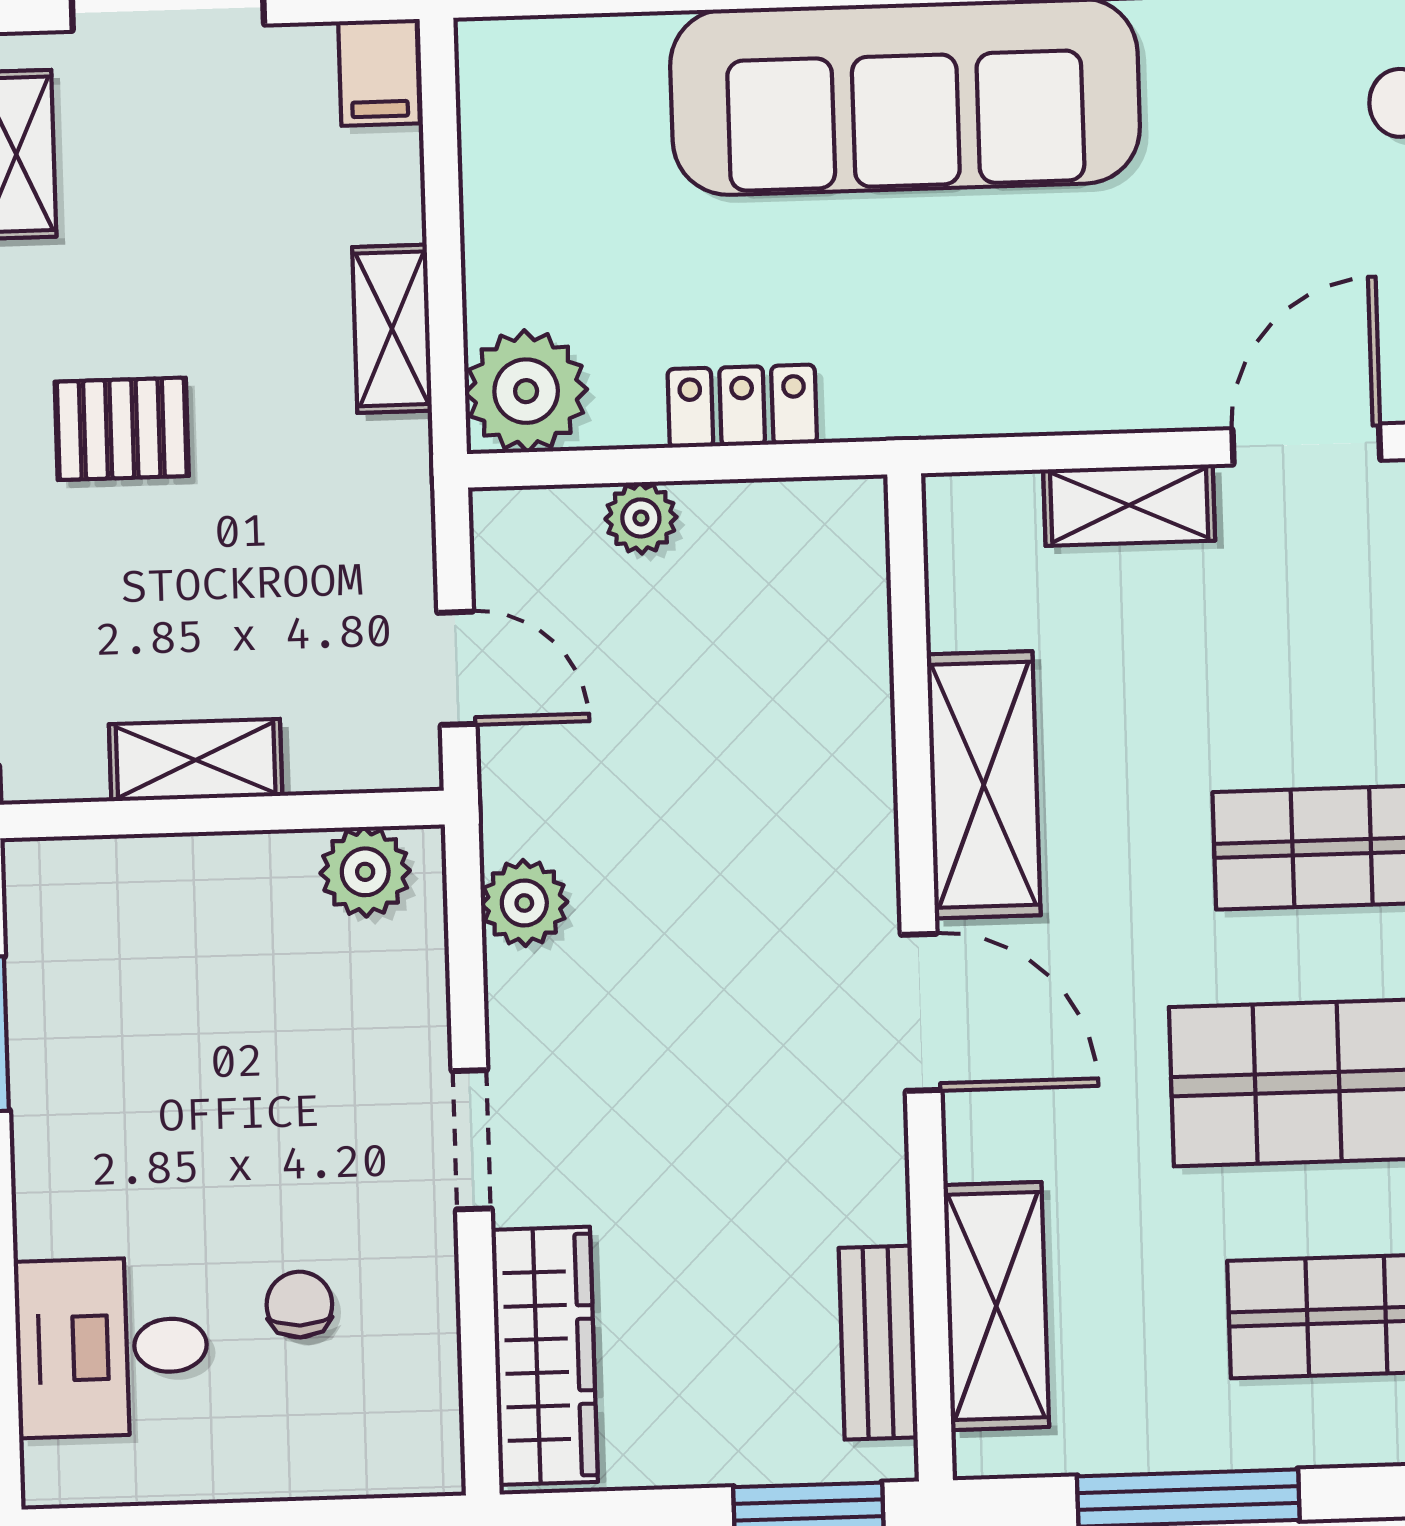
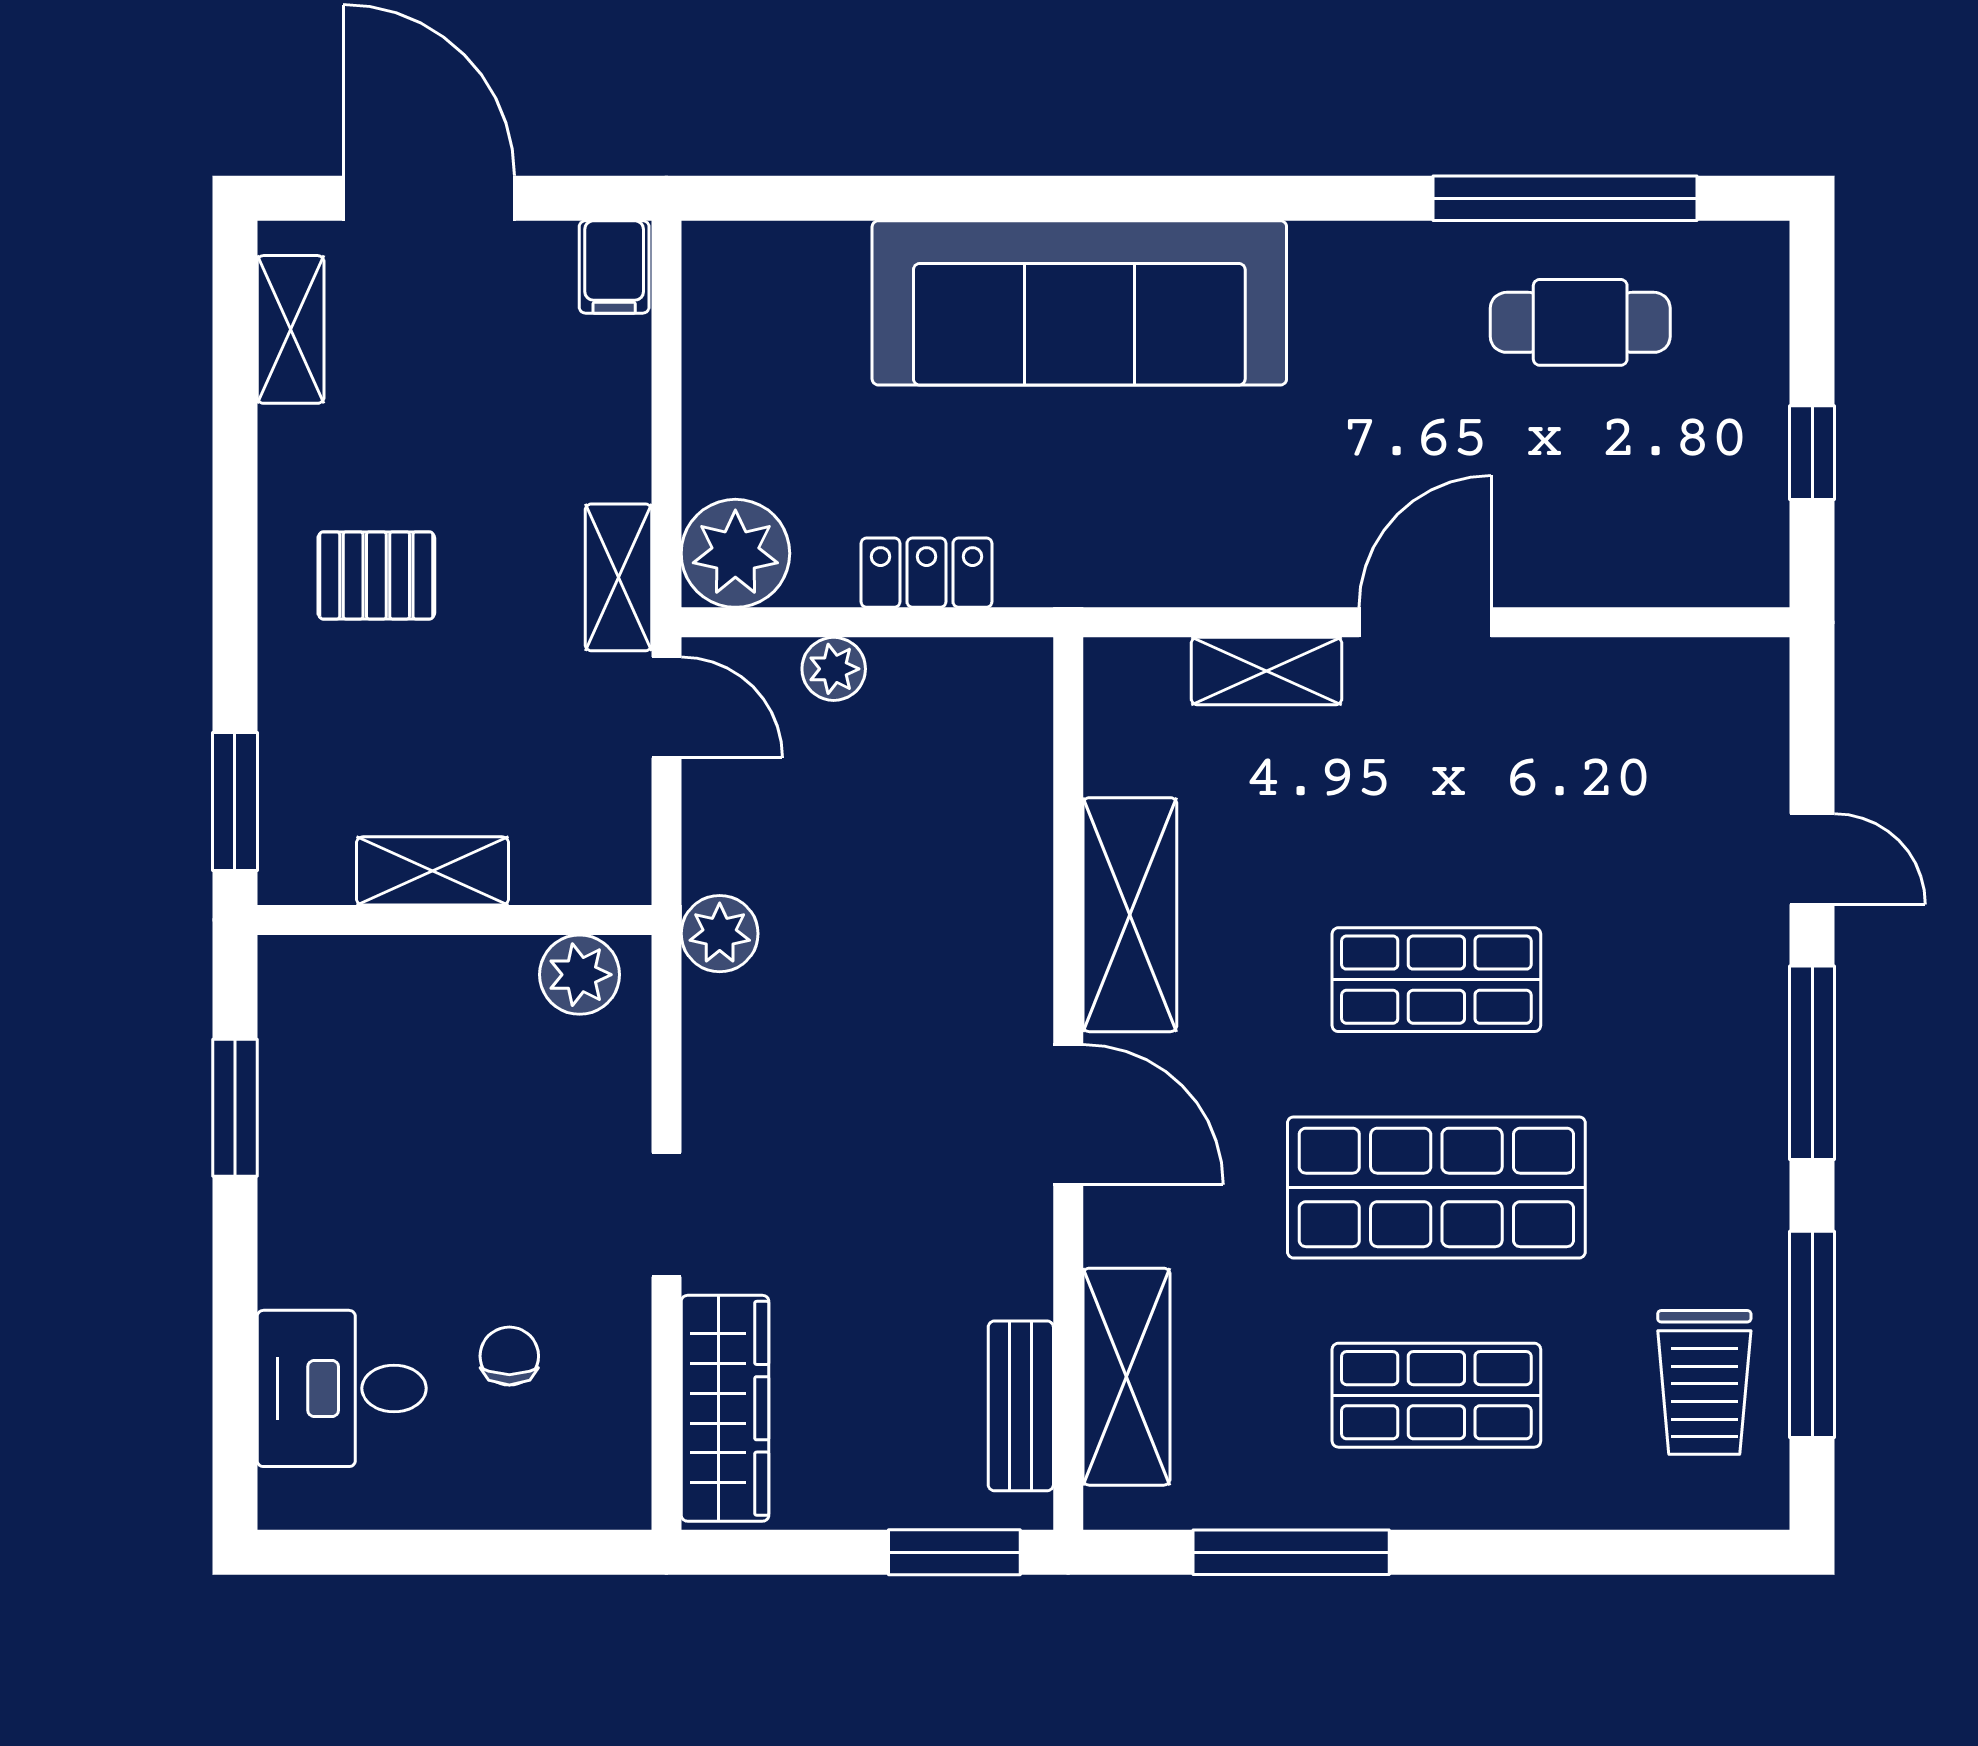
shelving: (392, 329) -> (618, 577), moved
door: (457, 668) -> (666, 707), moved
plant: (524, 903) -> (720, 934), moved

